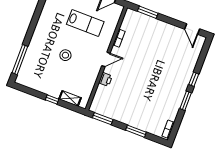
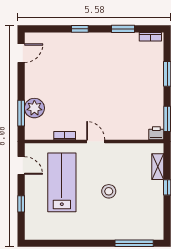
lab bench: (85, 23) -> (62, 182), width x1.36, depth x1.39
plant: (148, 24) -> (34, 108), added
printer: (105, 79) -> (156, 133), moved
window: (186, 101) -> (123, 29), moved

